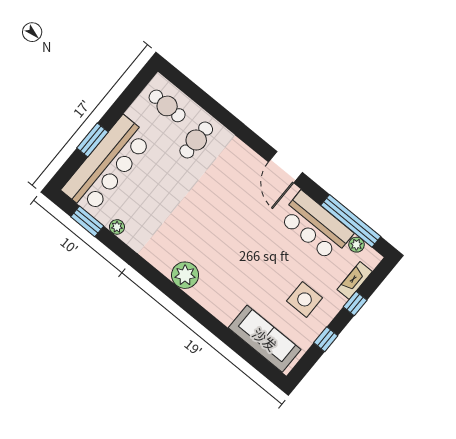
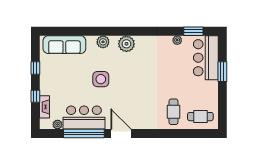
bar counter: (107, 165) -> (206, 58), width x0.73
window: (351, 221) -> (84, 133), moved
side table: (305, 299) -> (101, 79), moved
plant: (213, 302) -> (103, 42), added

